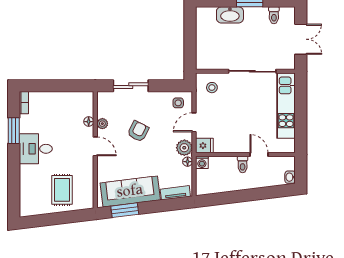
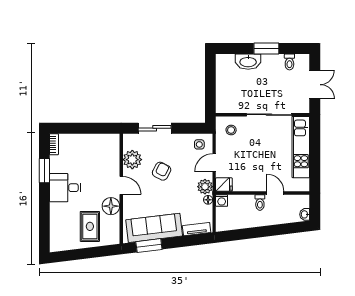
floor lamp: (89, 122) -> (111, 206), moved, width x1.89, depth x1.89
plant: (102, 124) -> (132, 160), width x1.88, depth x1.88

